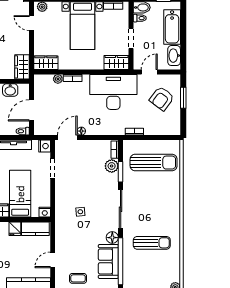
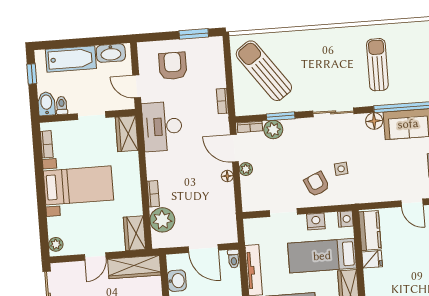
door: (32, 23) -> (95, 257), moved
wardrobe: (22, 67) -> (134, 267), width x1.50
plant: (58, 79) -> (162, 220), width x1.88, depth x1.88
desk: (113, 92) -> (162, 126), width x0.73, depth x0.77
window: (183, 98) -> (194, 34), moved
armchair: (162, 99) -> (173, 66), turned -127
door: (67, 138) -> (234, 148), moved
plant: (85, 145) -> (246, 169), added
nightstand: (45, 146) -> (316, 221), moved
sun lounger: (154, 163) -> (264, 71), turned -36
armchair: (71, 194) -> (317, 184), added
sliding door: (121, 209) -> (333, 112), width x0.73

